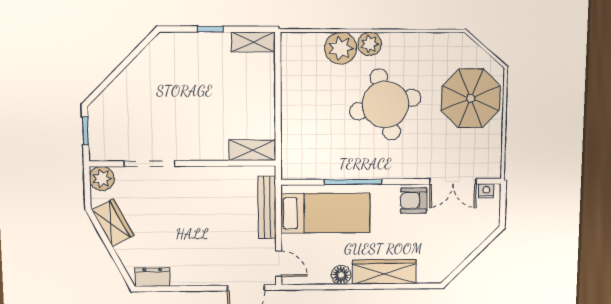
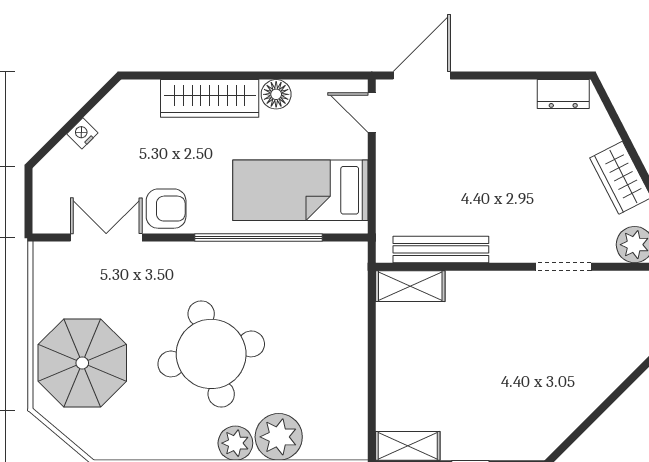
doorway: (150, 164) -> (564, 267), width x0.73
window: (353, 182) -> (258, 238), width x1.46
nightstand: (486, 191) -> (82, 133), moved, turned 135
bench: (267, 207) -> (441, 249), moved, turned 90

